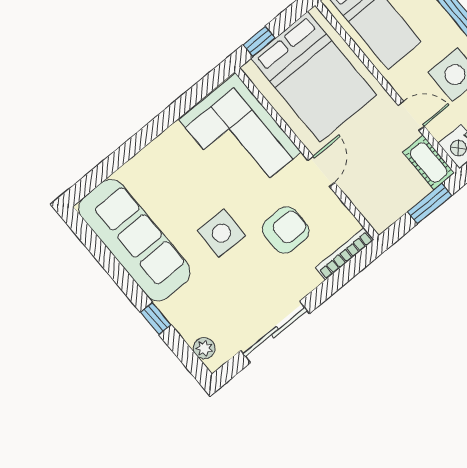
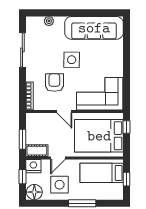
armchair: (286, 230) -> (54, 83), turned 180
window: (156, 319) -> (61, 13), removed
plant: (204, 348) -> (49, 21), moved

